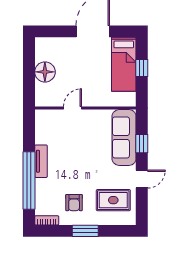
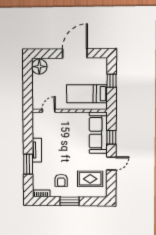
bed: (124, 64) -> (87, 94), moved, turned 90
floor lamp: (45, 72) -> (39, 67), moved
door: (73, 108) -> (49, 111), moved
window: (29, 180) -> (28, 164), width x0.47

